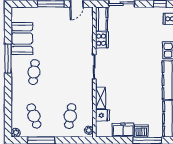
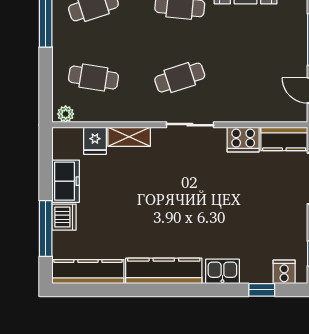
cafe table: (70, 72) -> (180, 78), added

